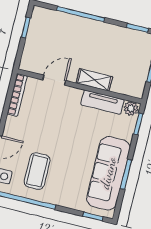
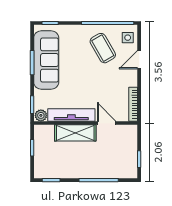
door: (54, 80) -> (107, 123), swing flipped
shelving: (94, 80) -> (75, 133), width x1.50, depth x1.33
tv unit: (102, 102) -> (71, 115), width x1.41
coffee table: (37, 171) -> (103, 48), turned -30

